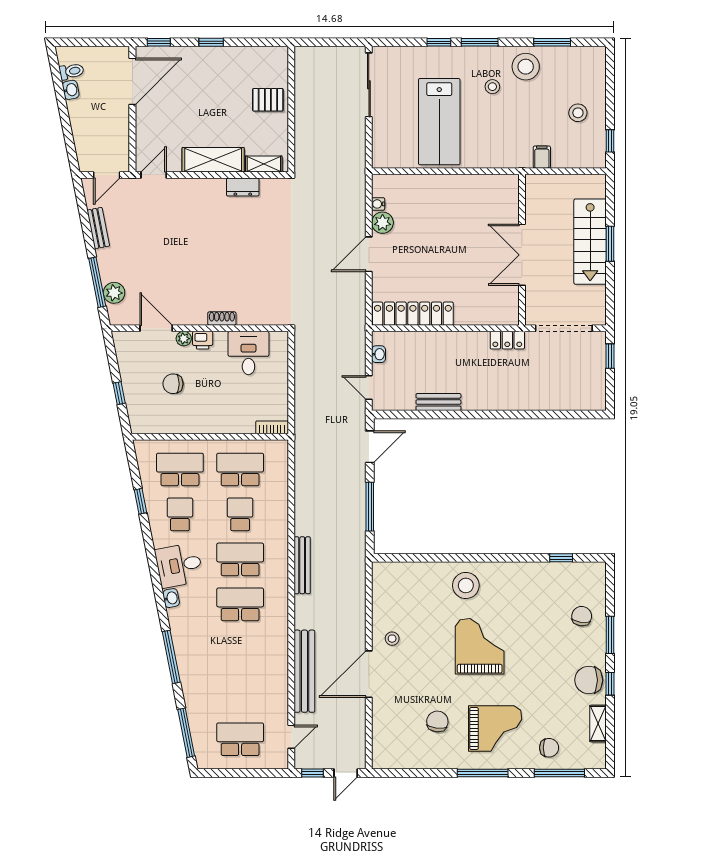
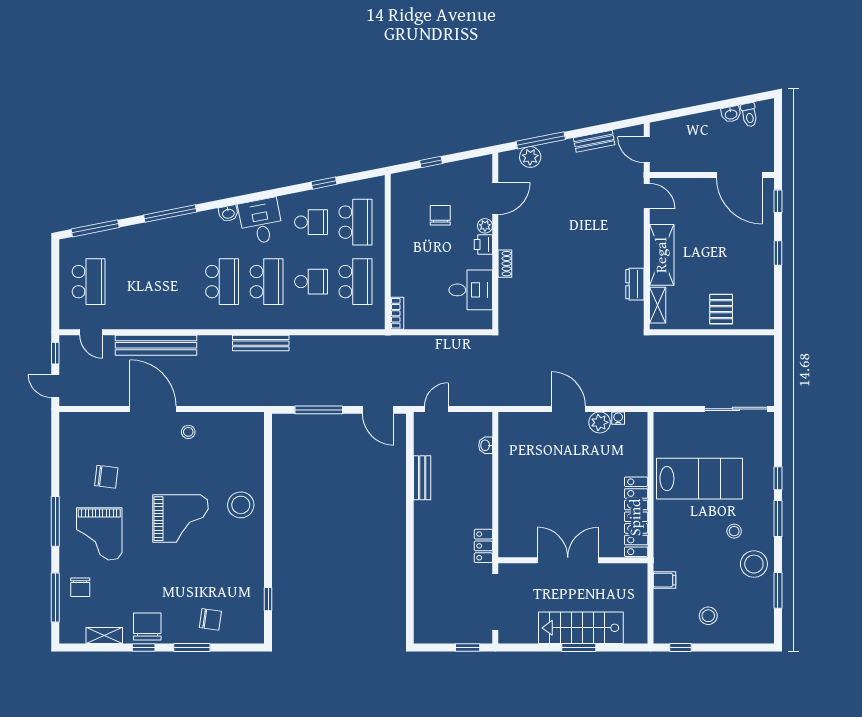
lab bench: (439, 122) -> (700, 479), turned 180
locker: (413, 314) -> (636, 517), moved, turned 180
washbasin: (379, 354) -> (486, 445), moved, turned 90

